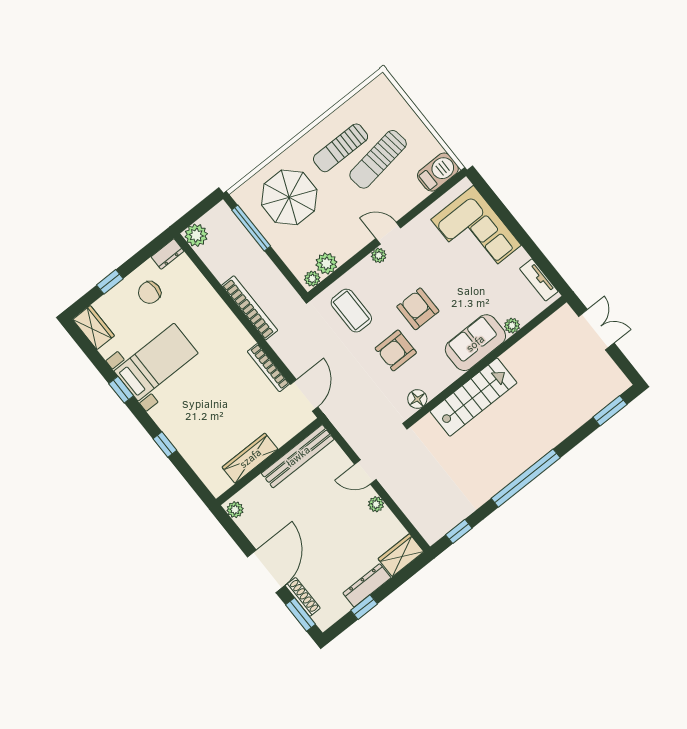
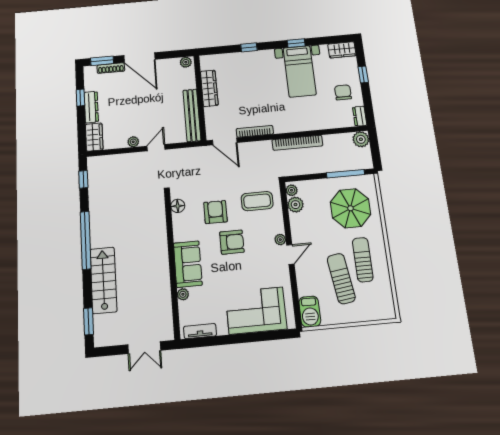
stairs: (473, 397) -> (103, 280), moved, turned 180

